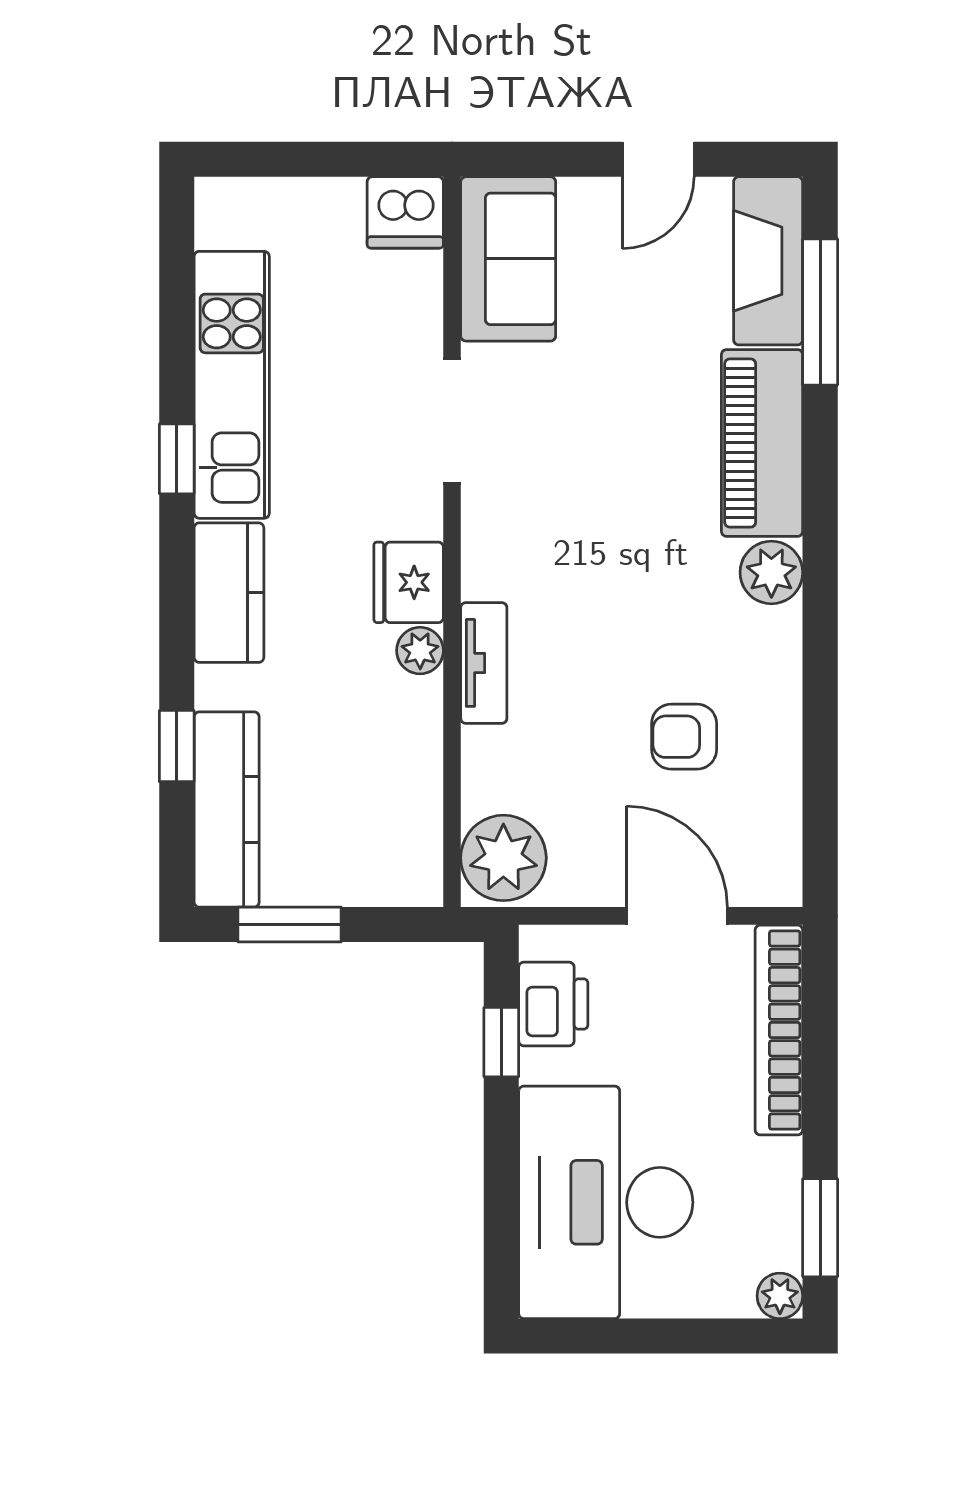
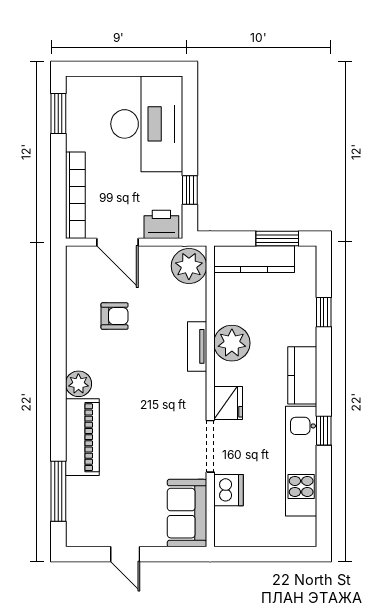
door: (658, 159) -> (125, 554), swing flipped
dishwasher: (405, 212) -> (229, 490), moved, turned 90
fireplace: (768, 261) -> (80, 512), removed
fridge: (409, 582) -> (228, 403), moved
plant: (420, 651) -> (232, 343), width x1.88, depth x1.88
kitchen counter: (227, 810) -> (254, 259), moved, turned -90
printer: (553, 1004) -> (161, 224), moved, turned 90
plant: (780, 1296) -> (75, 85), removed

